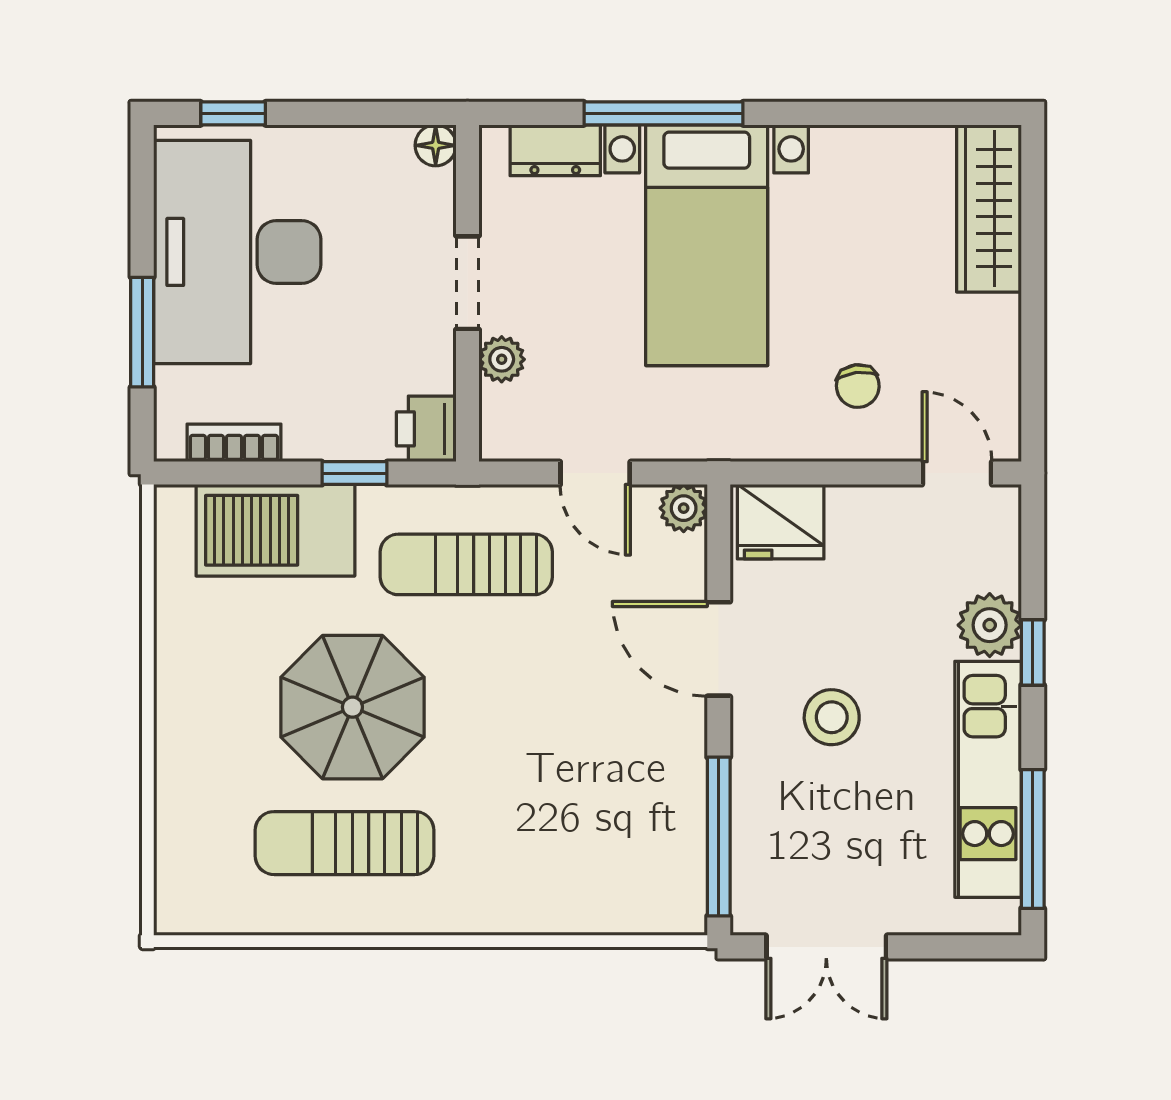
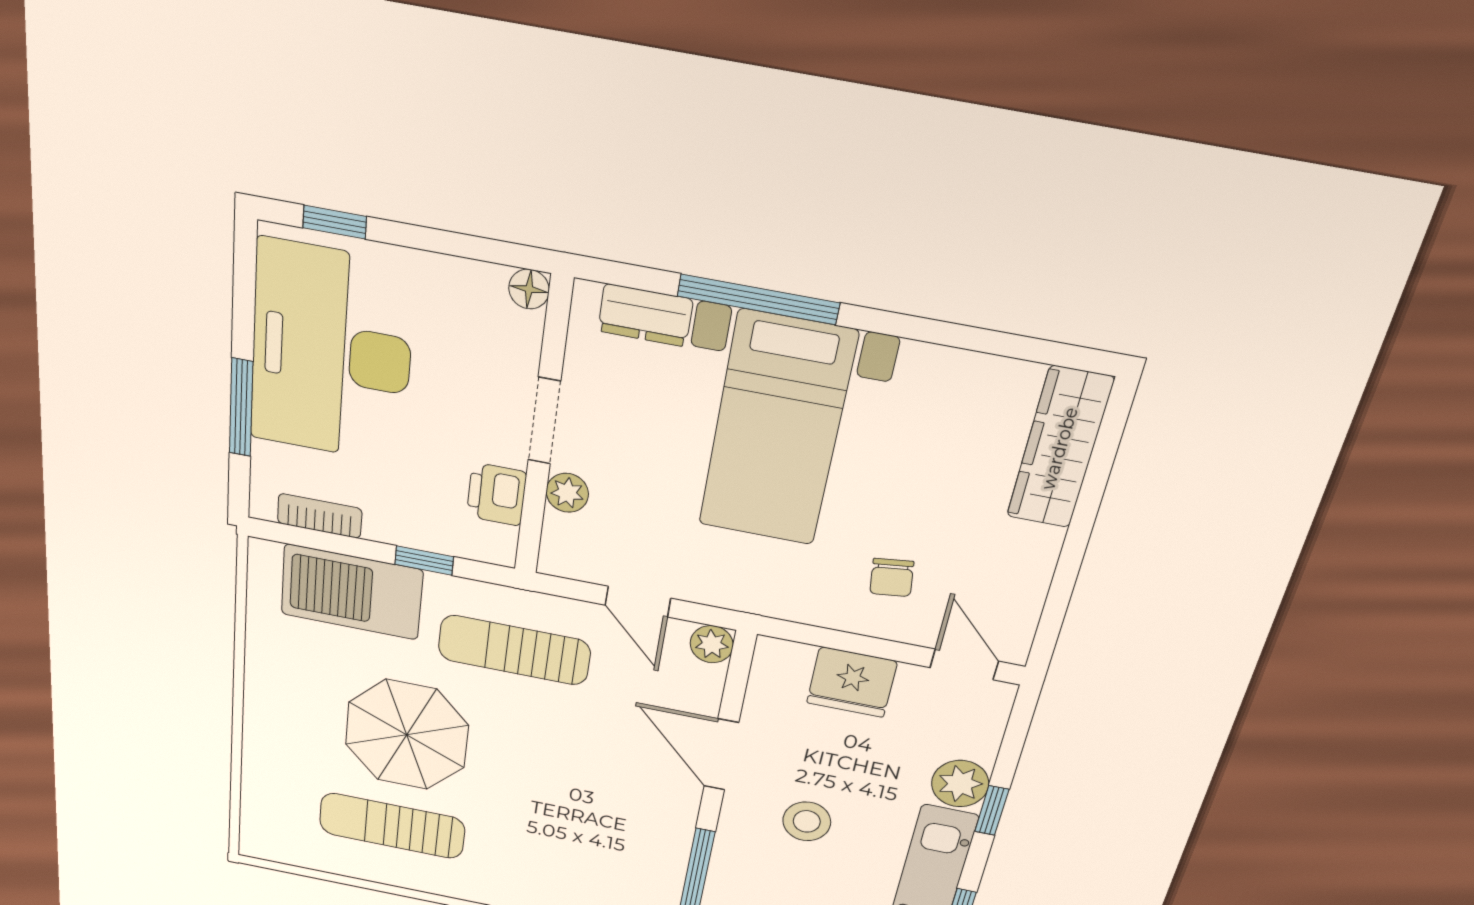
printer: (426, 429) -> (497, 494), moved
fridge: (781, 522) -> (852, 682), moved

